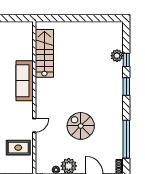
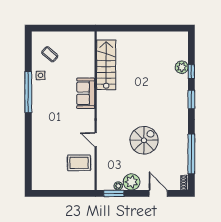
sofa: (25, 81) -> (86, 93), width x0.73
door: (34, 125) -> (96, 140), swing flipped
spiral stairs: (81, 126) -> (144, 140), turned 90

